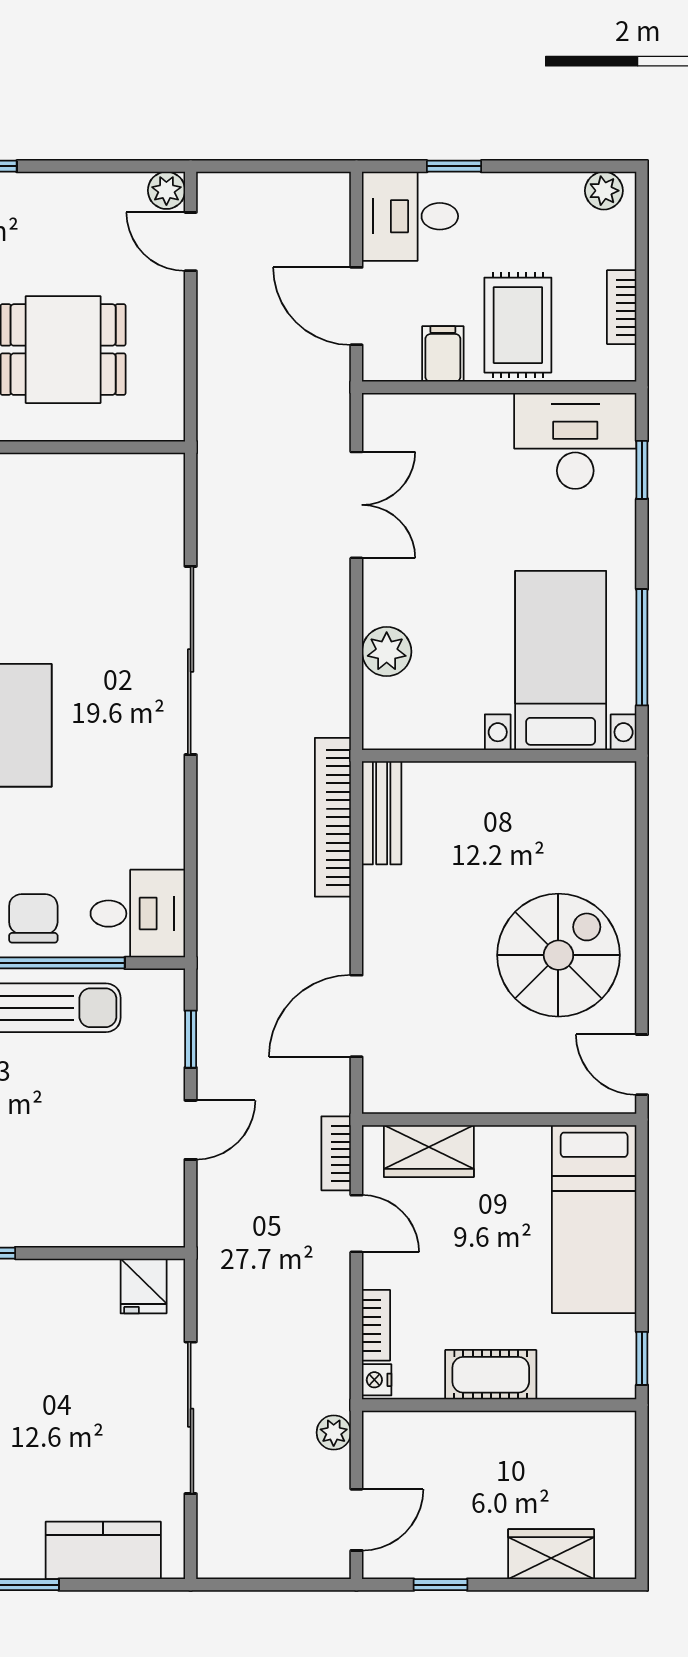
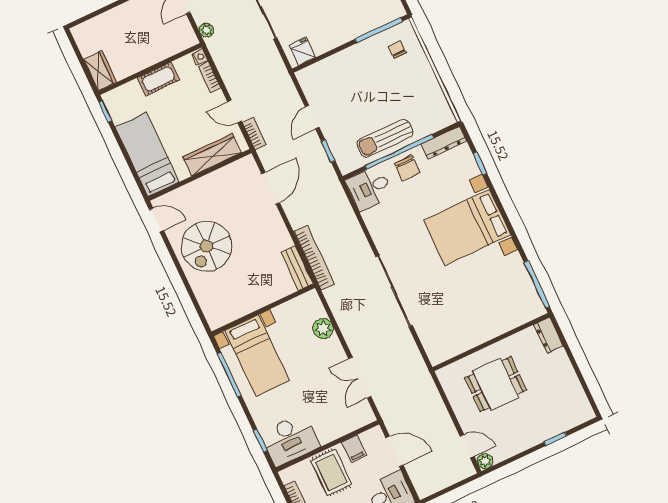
wardrobe: (429, 1151) -> (212, 155), width x1.50
wardrobe: (551, 1554) -> (100, 71), moved, turned -90

